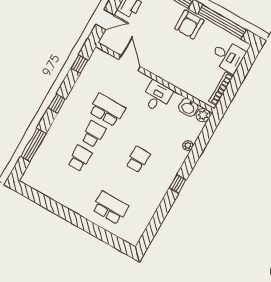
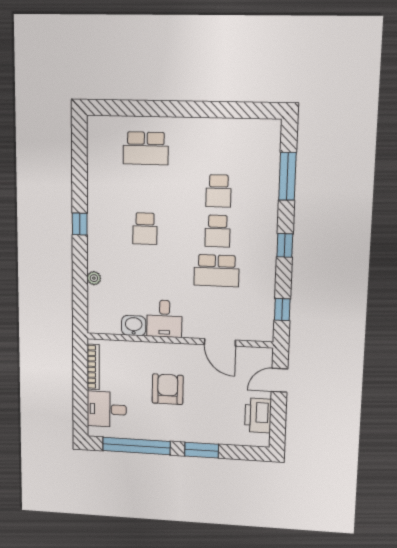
armchair: (189, 24) -> (168, 389), moved
washbasin: (188, 107) -> (134, 326), moved
plant: (203, 115) -> (96, 325), removed

